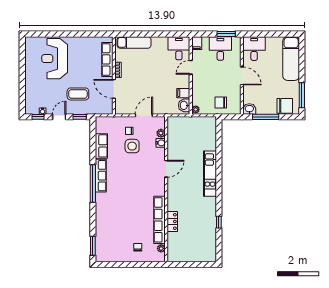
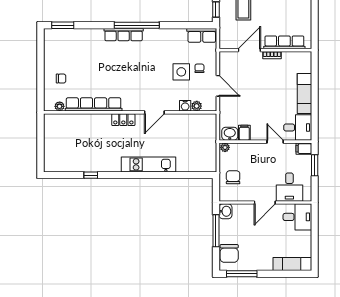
window: (226, 34) -> (315, 165), moved
exam couch: (134, 42) -> (305, 93), moved
desk: (220, 48) -> (289, 187), moved, turned 90
exam couch: (291, 59) -> (292, 264), width x0.73, depth x0.69
row of seats: (101, 146) -> (202, 35), moved
door: (166, 169) -> (154, 112), hinge flipped
row of seats: (101, 176) -> (124, 35), moved
locker: (172, 221) -> (123, 120), moved

